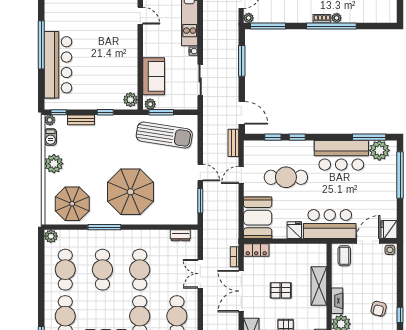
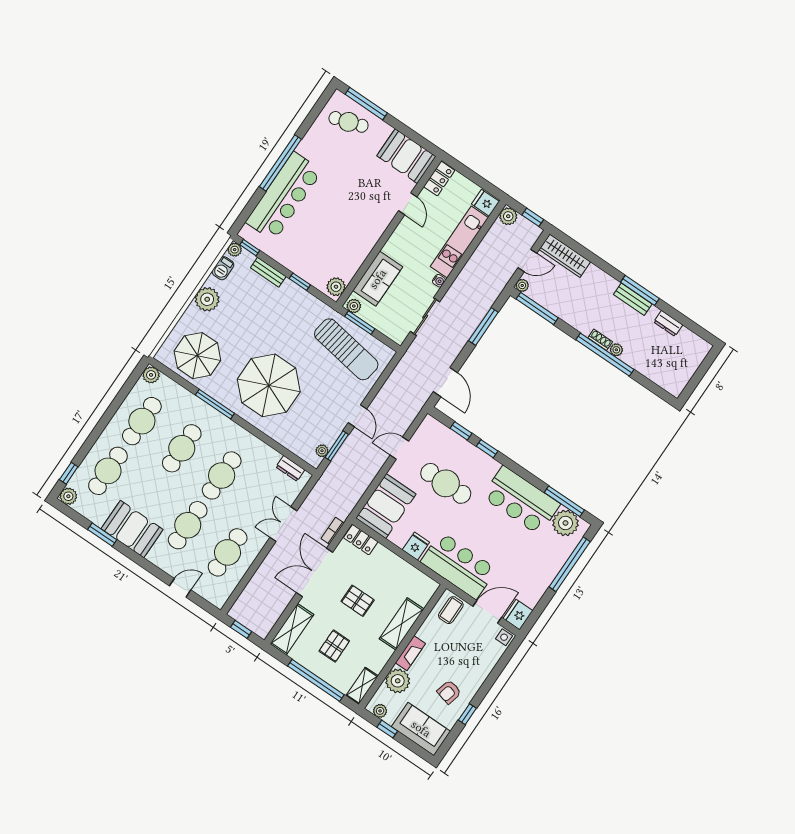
bench: (233, 143) -> (414, 408), removed
plant: (193, 210) -> (322, 451), added

